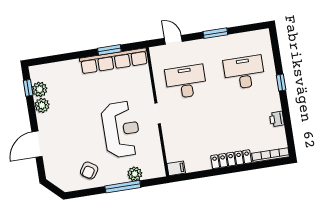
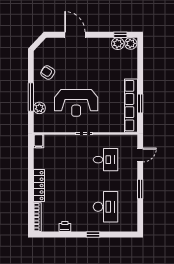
desk: (186, 82) -> (106, 160), width x0.73
plant: (42, 105) -> (131, 43), moved

